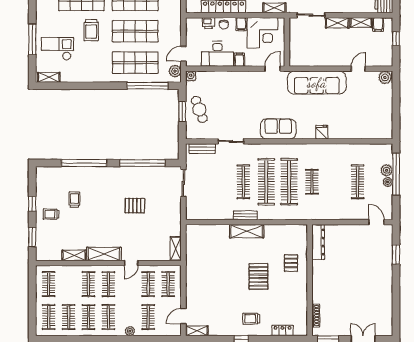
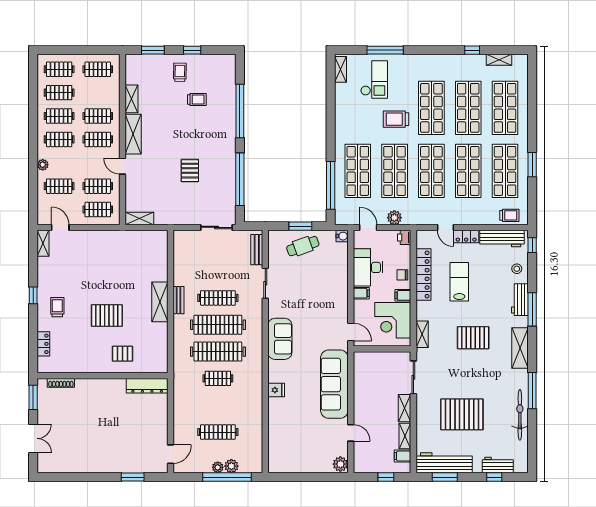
printer: (209, 23) -> (404, 238), moved
plant: (175, 71) -> (394, 218), moved

